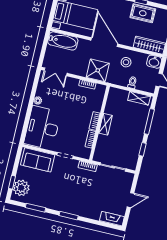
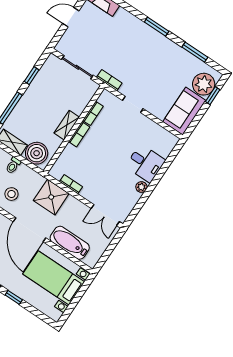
bathtub: (63, 41) -> (70, 243), moved
double door: (56, 72) -> (105, 215), swing flipped
boiler: (119, 97) -> (37, 153), added
desk: (42, 128) -> (145, 163), width x0.53, depth x0.77
sofa: (38, 160) -> (184, 111), moved, turned -90

